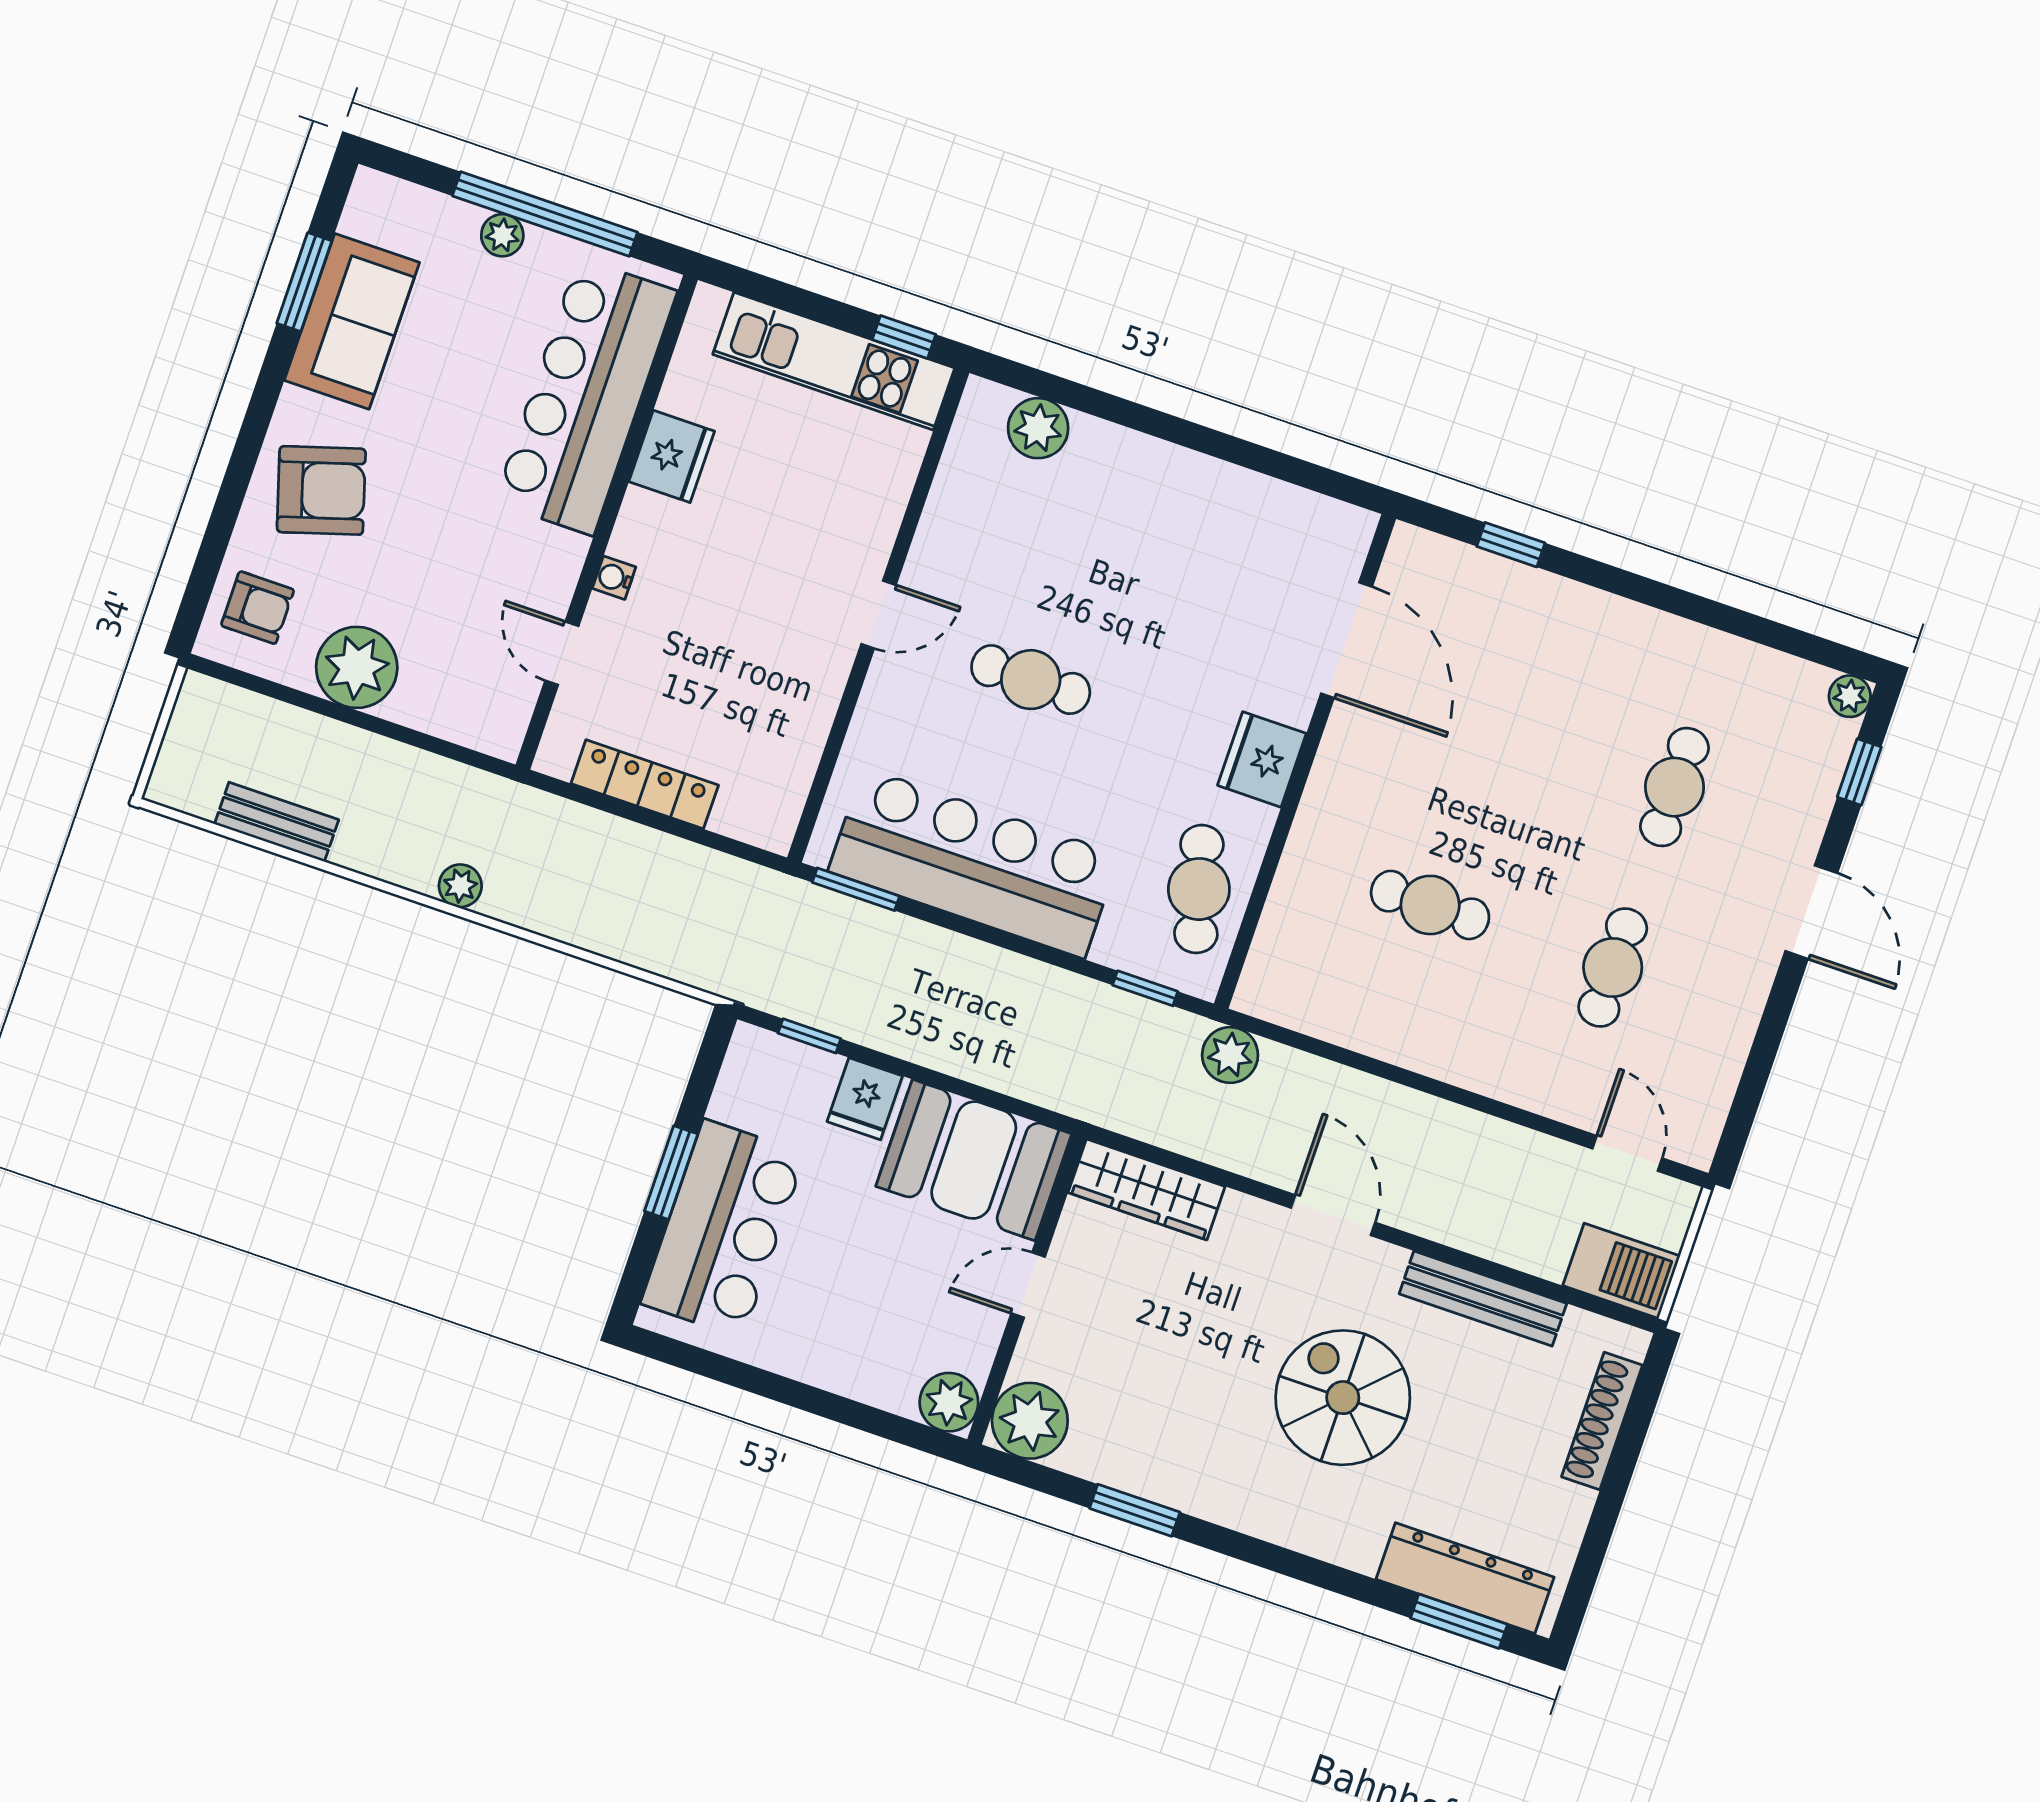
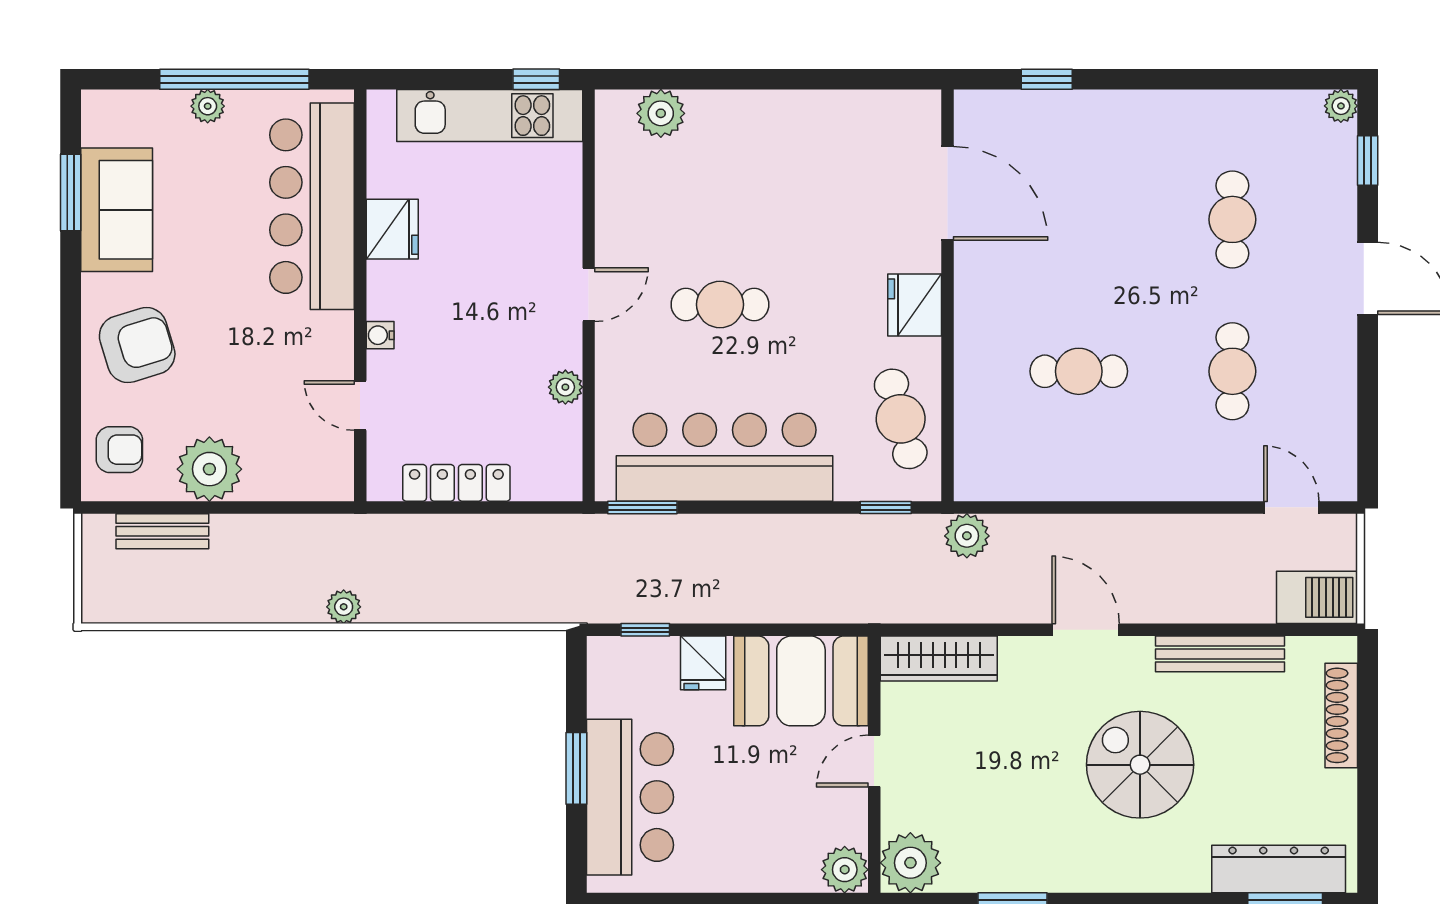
plant: (813, 715) -> (565, 387), added
bench: (277, 822) -> (162, 531), moved

